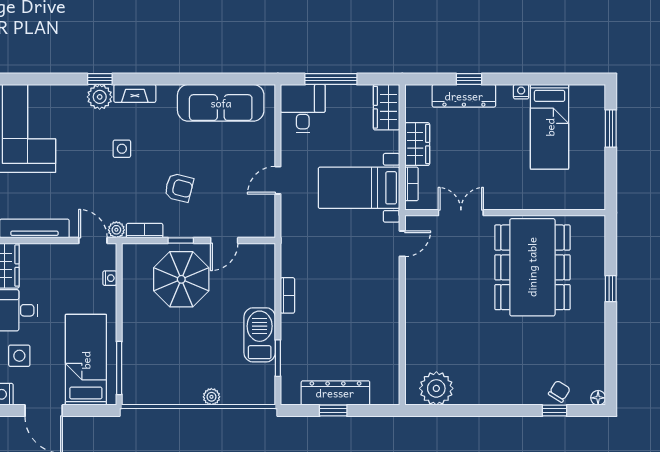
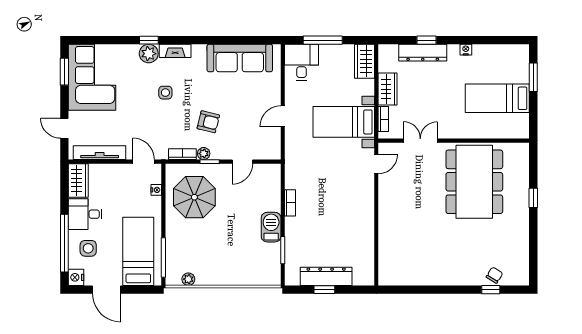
bed: (550, 127) -> (497, 98), moved, turned 90
plant: (116, 230) -> (204, 154), moved
parasol: (181, 279) -> (194, 197), moved
barbecue: (260, 335) -> (271, 227), width x0.73, depth x0.83
plant: (436, 388) -> (402, 273), removed
plant: (211, 397) -> (188, 279), moved
floor lamp: (598, 398) -> (524, 280), removed

